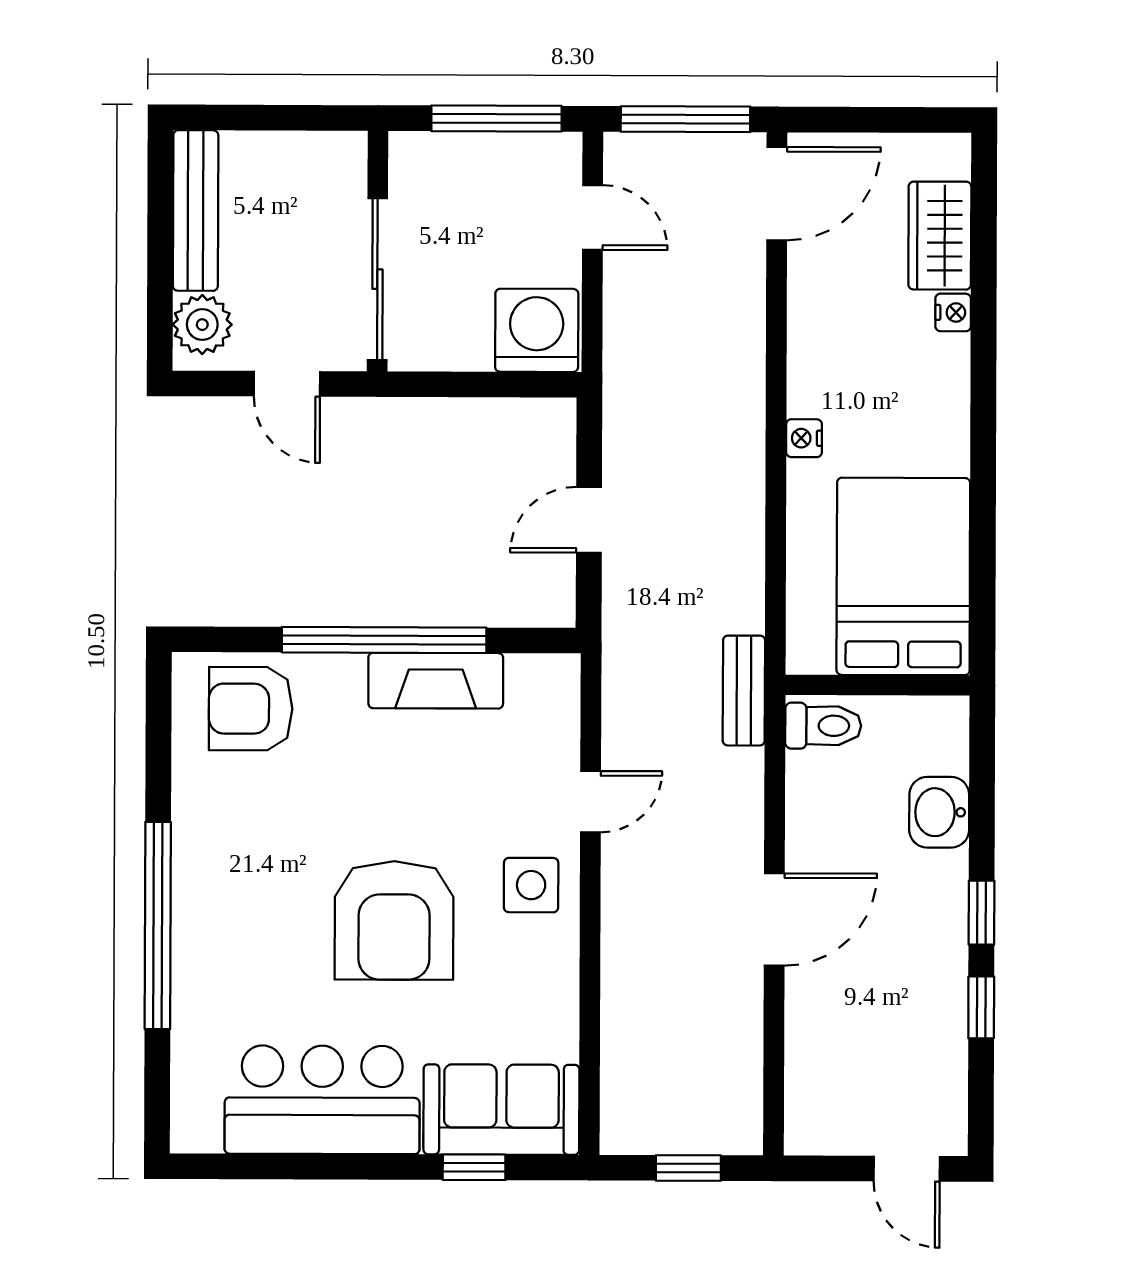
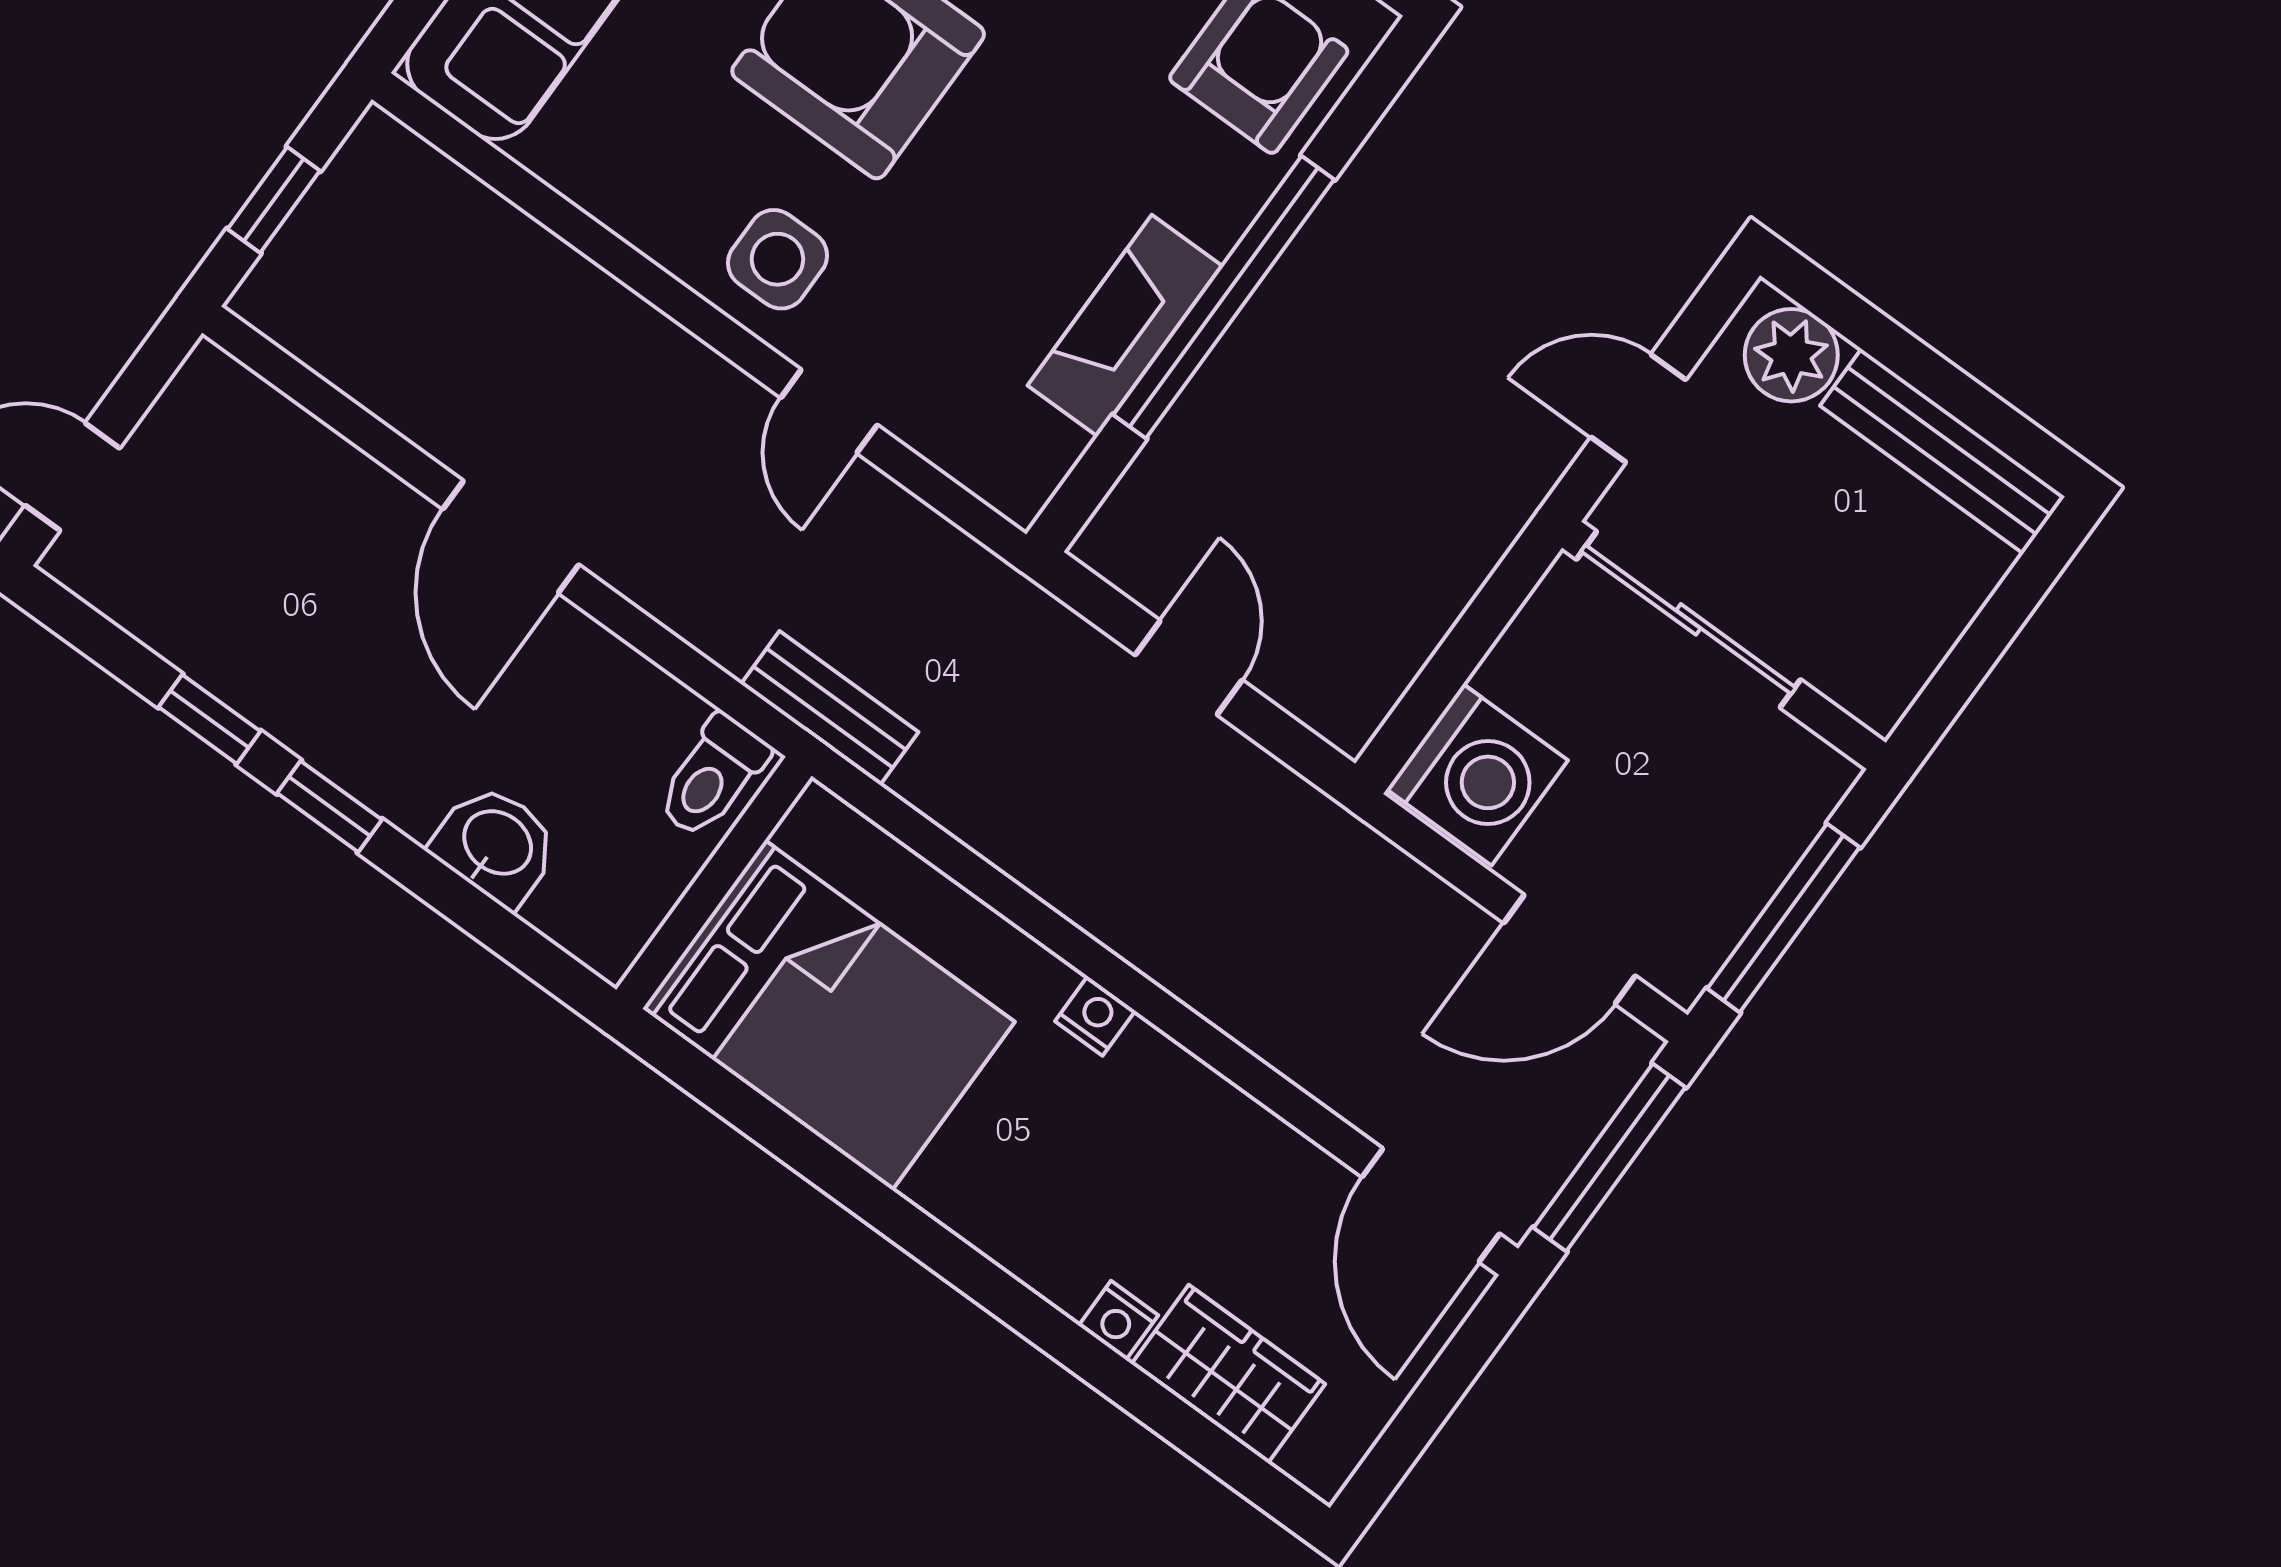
door: (593, 217) -> (1570, 949), width x1.38

